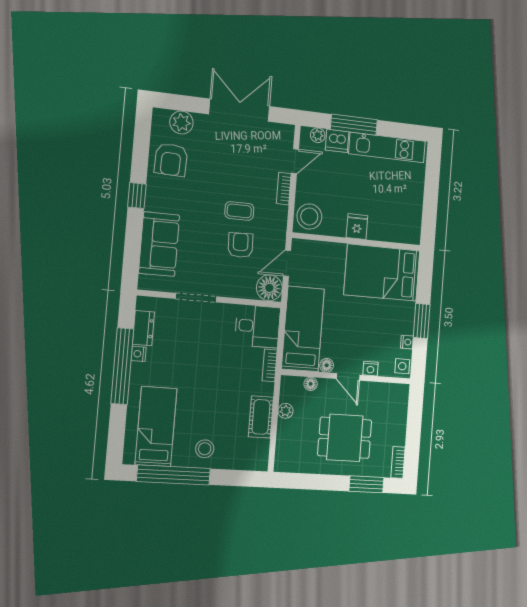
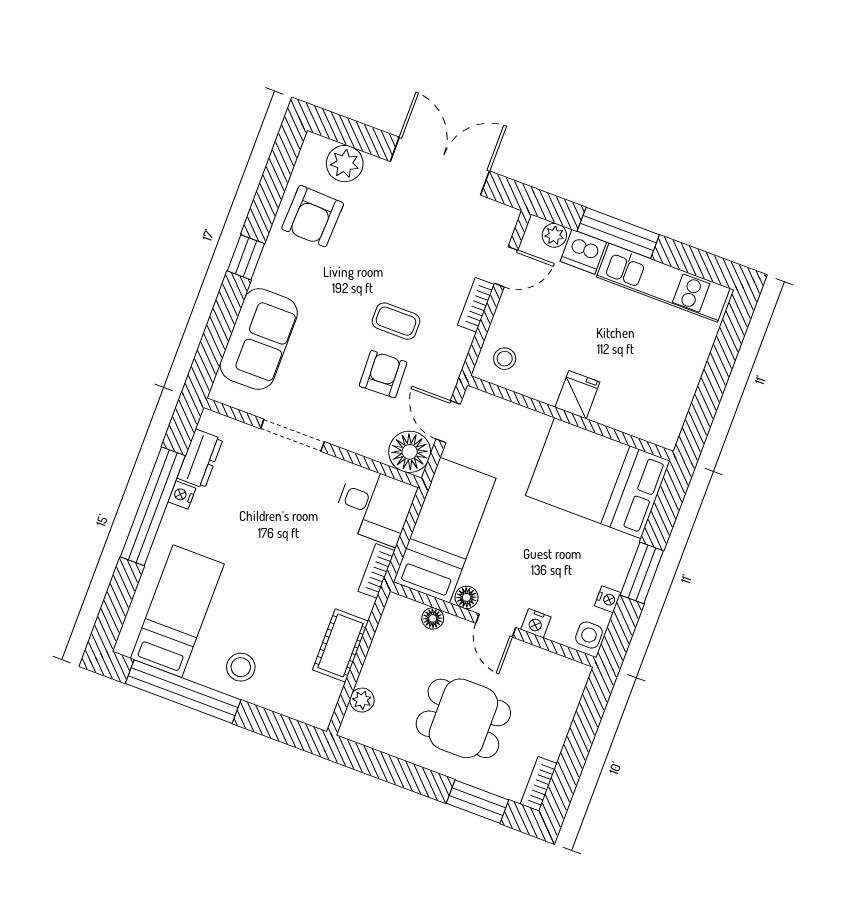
stool: (309, 216) -> (505, 359), width x0.53, depth x0.53
door: (287, 263) -> (448, 422), hinge flipped
plant: (286, 411) -> (362, 700), moved

